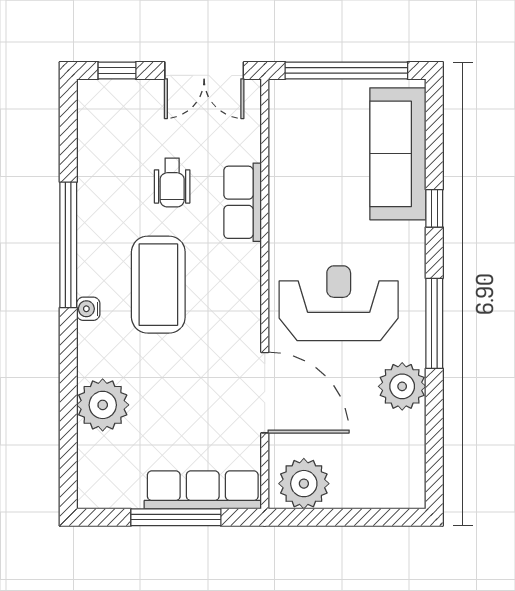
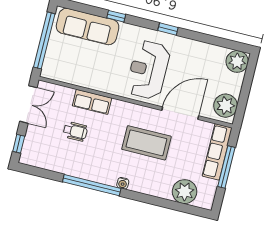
coffee table: (158, 285) -> (146, 143), moved
window: (434, 323) -> (168, 29), width x0.46
plant: (402, 386) -> (237, 61), moved
plant: (103, 405) -> (185, 192), moved

